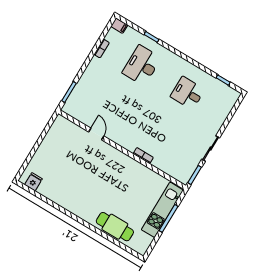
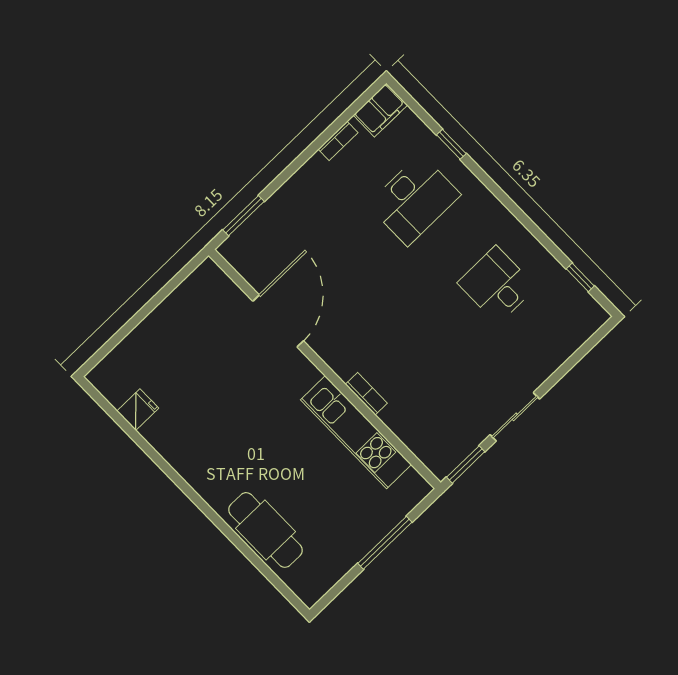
filing cabinet: (119, 26) -> (380, 110), width x2.00
desk: (142, 65) -> (414, 200), turned 180
door: (96, 134) -> (278, 321), width x1.87
fridge: (33, 182) -> (138, 410), moved
kitchen unit: (162, 210) -> (356, 432), moved, turned -90

